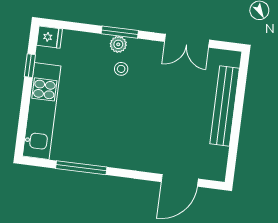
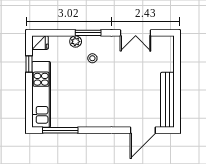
plant: (118, 44) -> (76, 42), moved
bench: (225, 106) -> (167, 100), moved
window: (81, 168) -> (60, 130), moved

